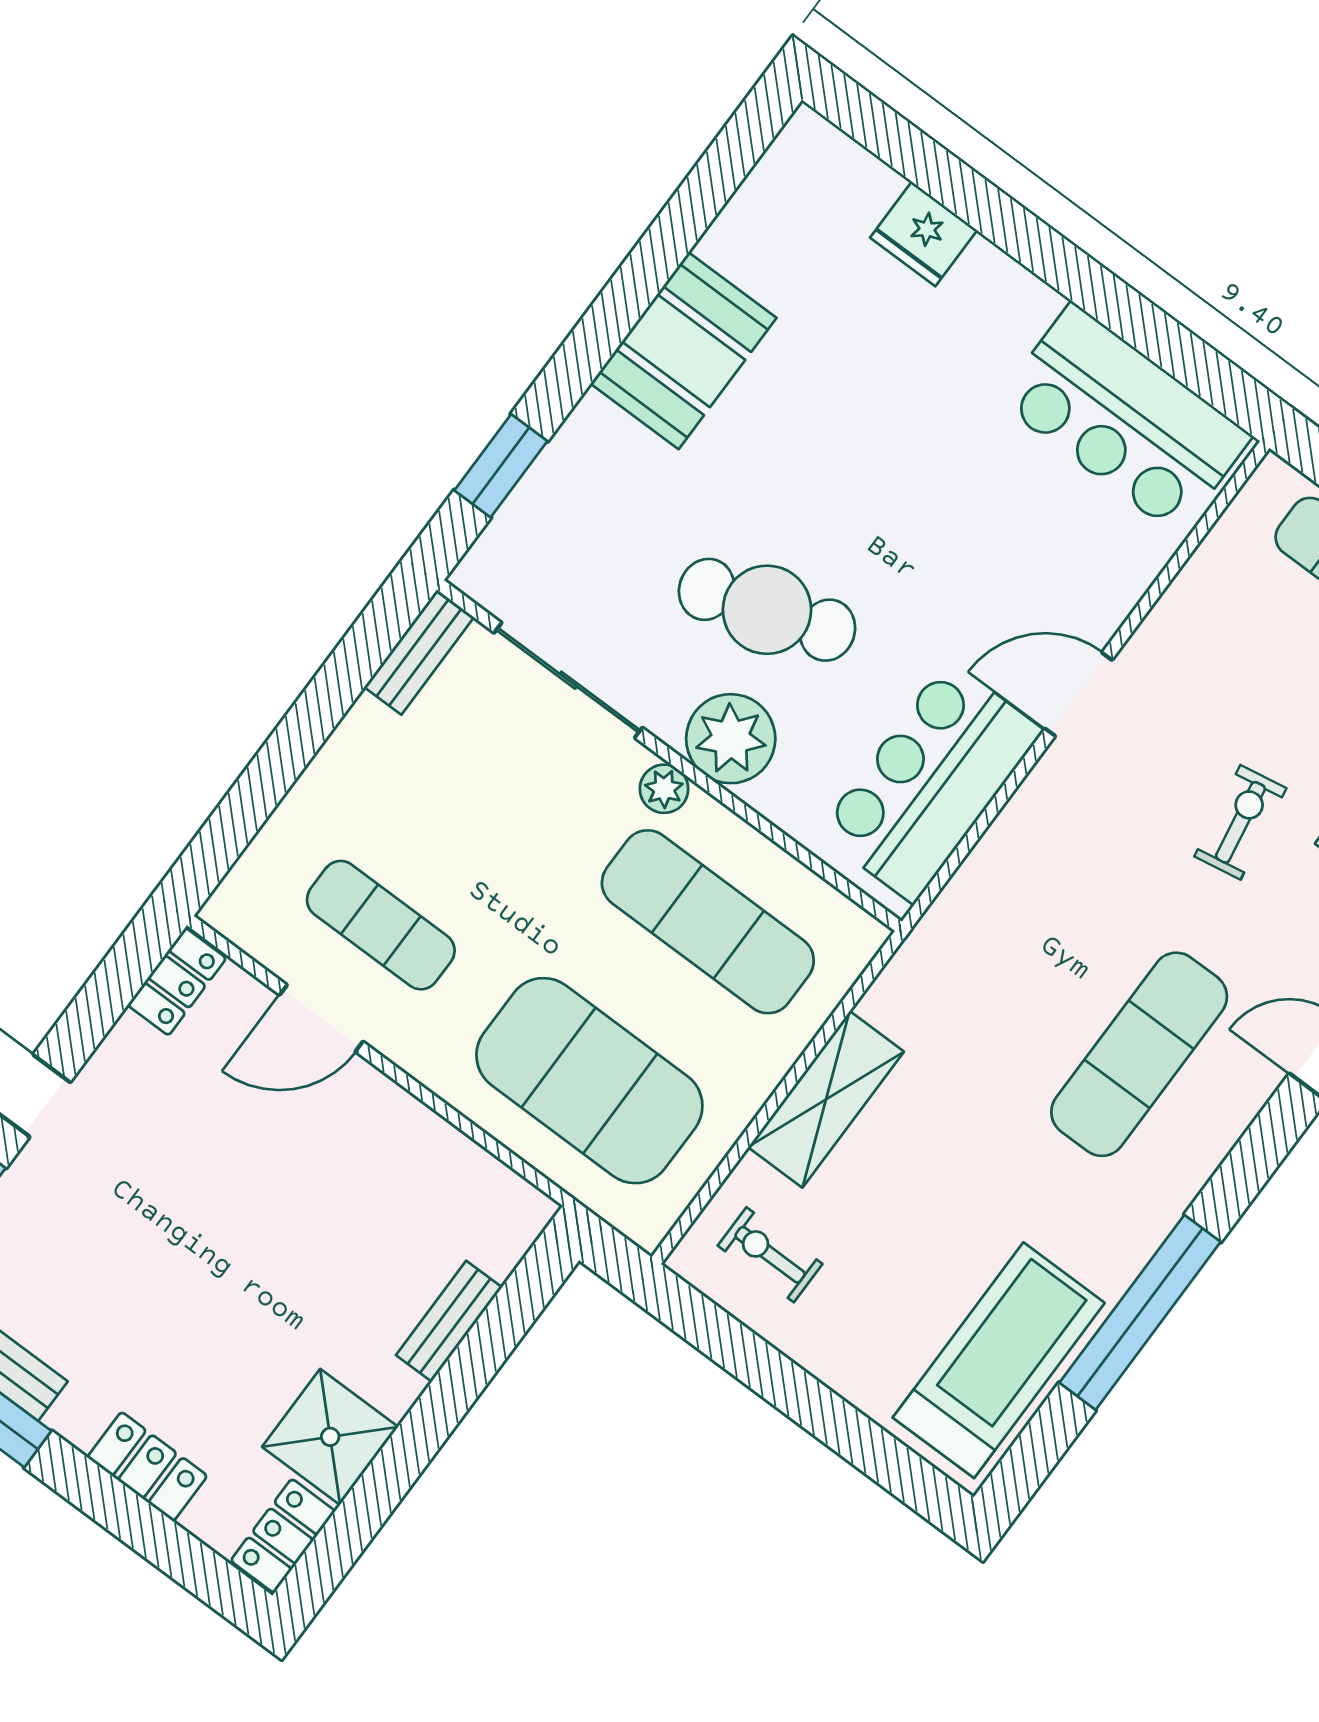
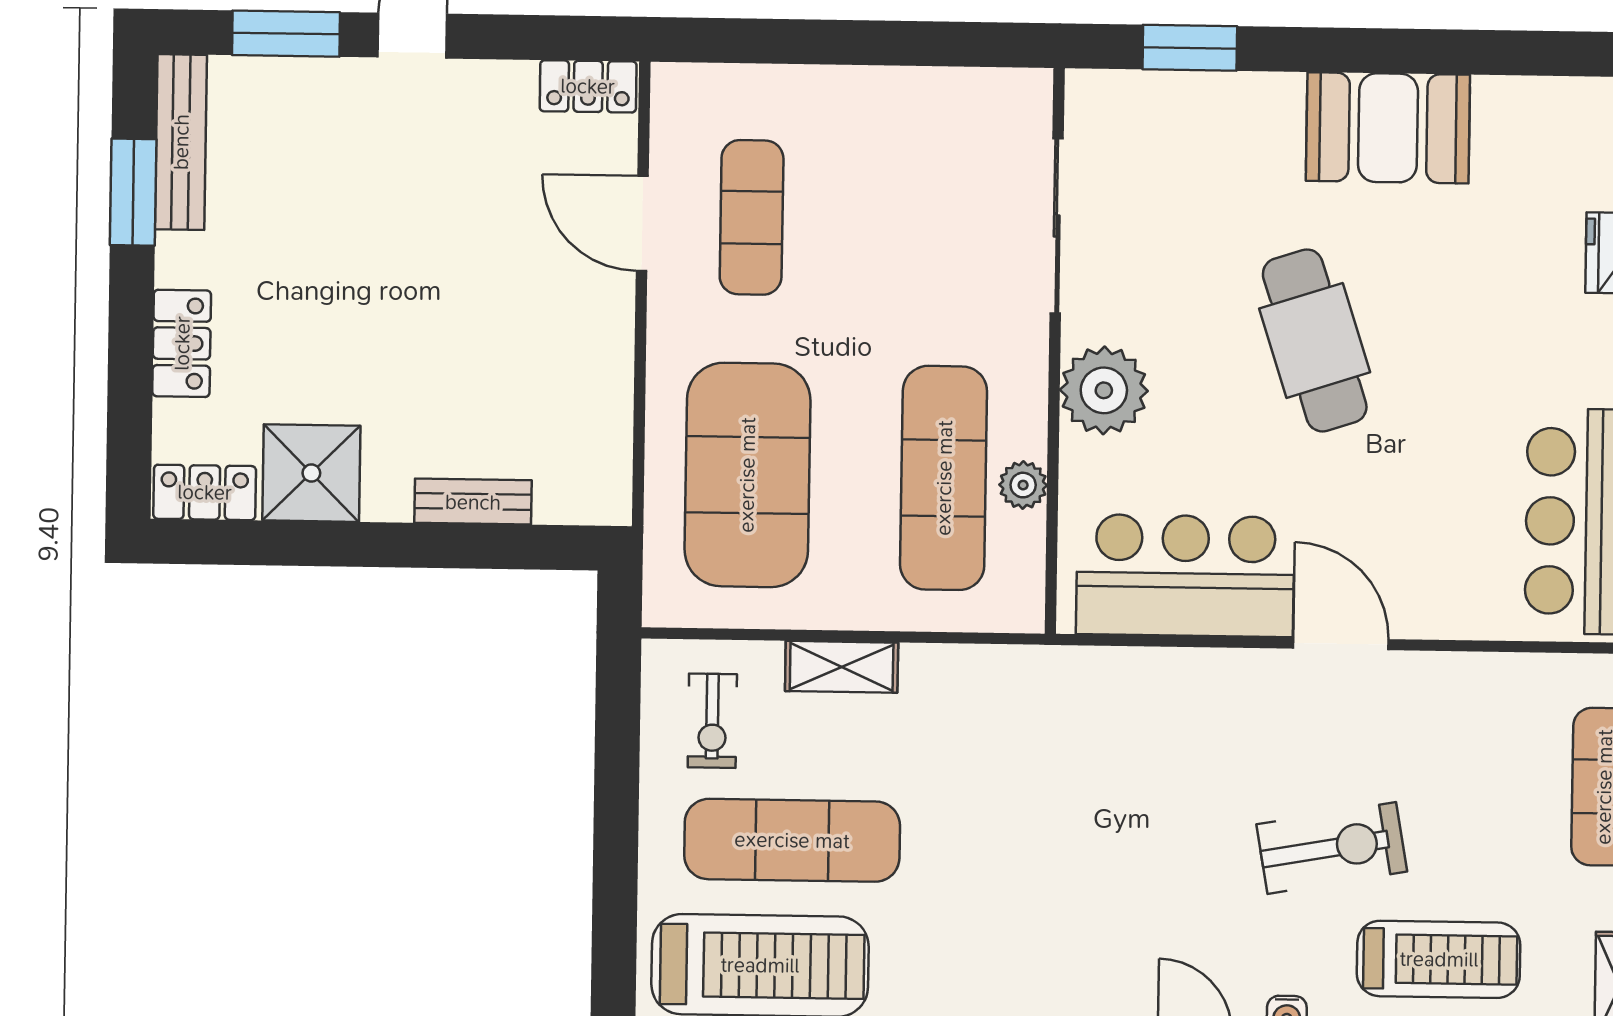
cafe table: (767, 610) -> (1315, 340), moved
bench: (419, 652) -> (993, 90), removed
plant: (664, 789) -> (1023, 485), moved
exercise bike: (1240, 822) -> (1332, 848), width x1.38, depth x1.39
exercise mat: (1139, 1054) -> (792, 840), moved
shelving: (826, 1099) -> (842, 667), width x0.67, depth x0.75
exercise bike: (770, 1255) -> (712, 721), turned 180

